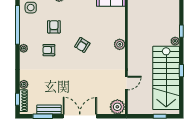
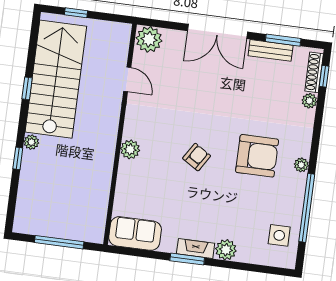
armchair: (54, 27) -> (243, 196), removed
armchair: (49, 50) -> (257, 156), width x1.88, depth x1.88
door: (126, 83) -> (127, 79), swing flipped

